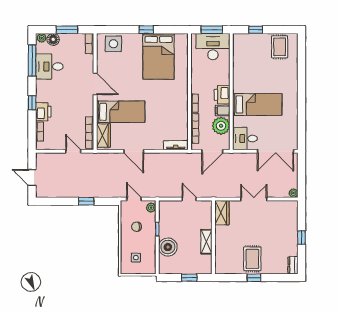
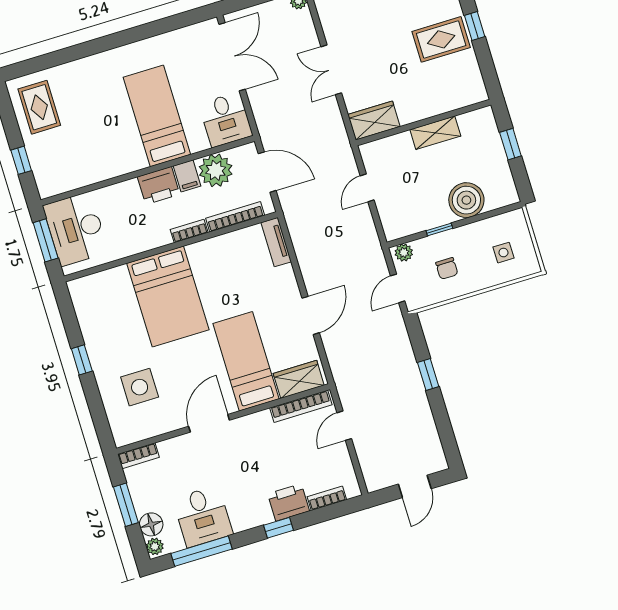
side table: (113, 44) -> (140, 387), moved
rug: (280, 47) -> (39, 107), turned 90
bed: (158, 56) -> (168, 296), moved, turned 90

